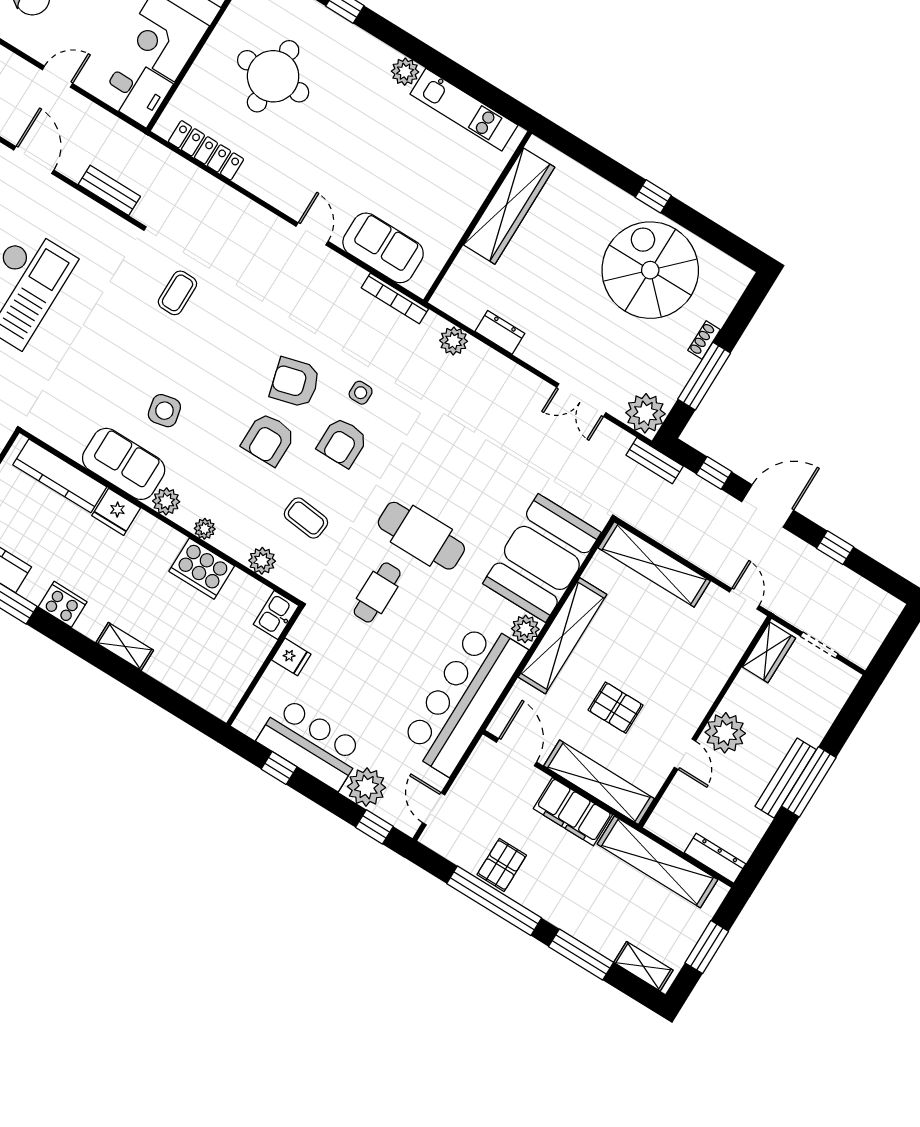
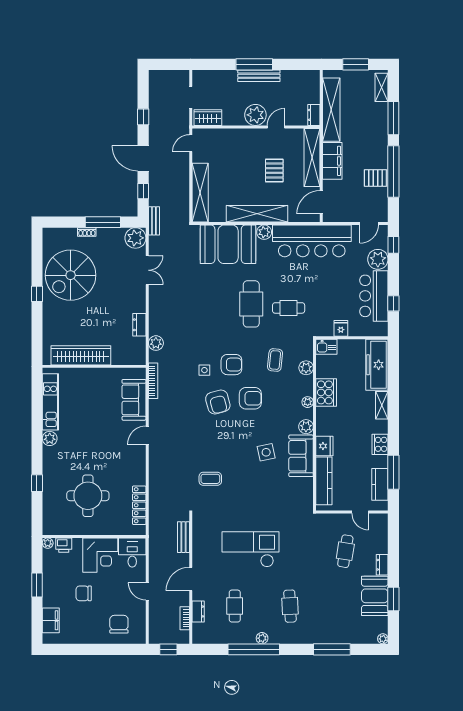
freezer: (196, 679) -> (377, 365), added
dresser: (715, 858) -> (314, 115), moved, width x0.70

